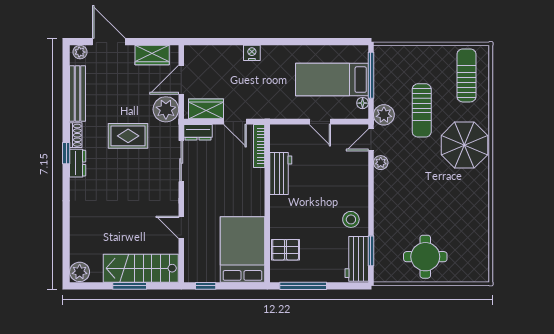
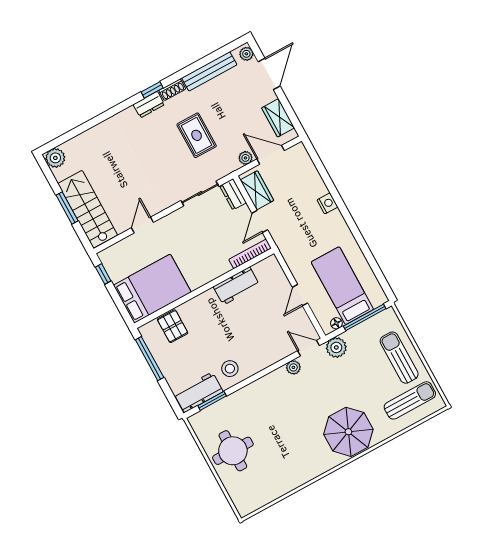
plant: (166, 109) -> (245, 158), width x0.53, depth x0.53
sun lounger: (422, 110) -> (399, 358), moved, turned 90

